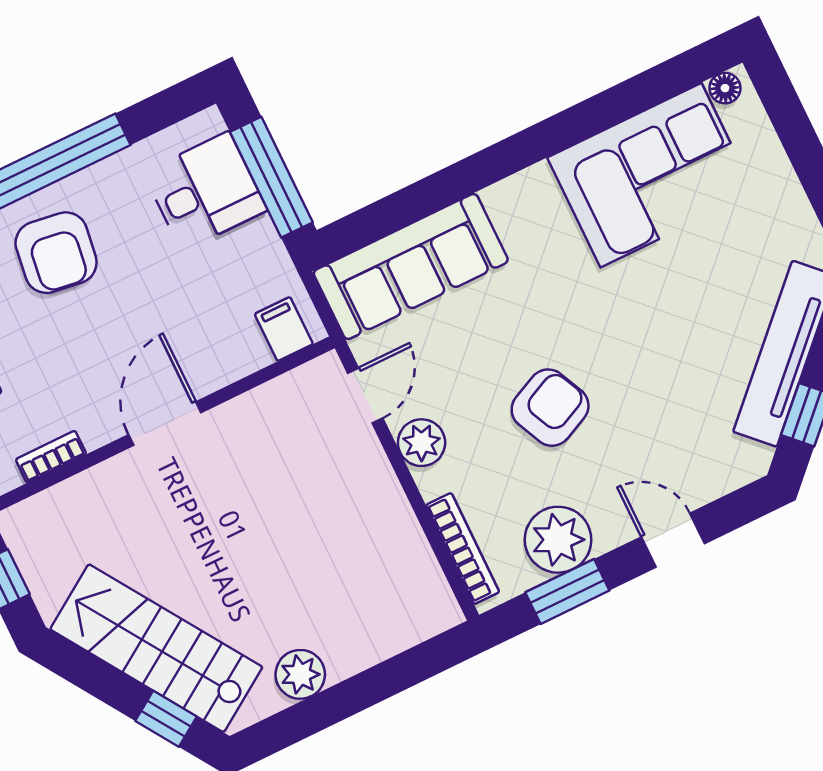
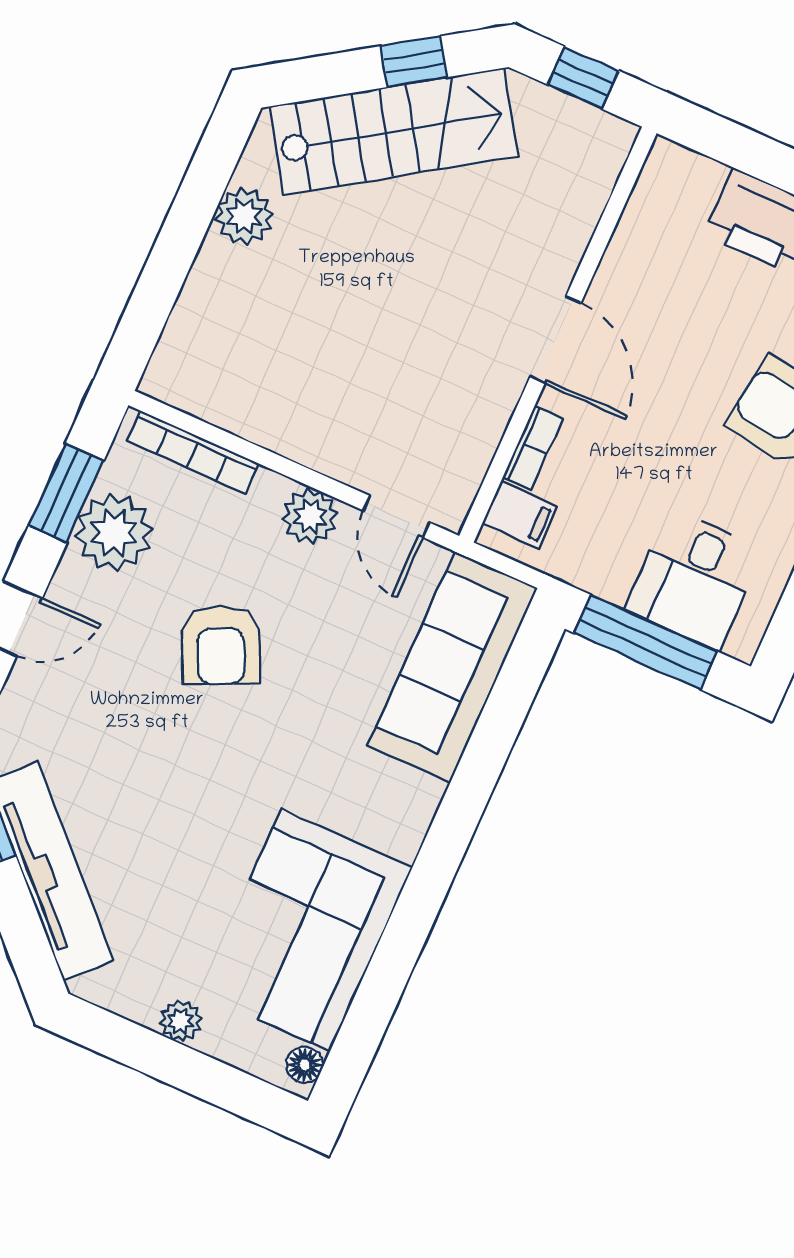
plant: (782, 185) -> (180, 1021), added
bookcase: (51, 457) -> (533, 448), moved
window: (166, 719) -> (414, 62), moved

